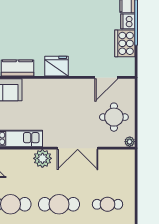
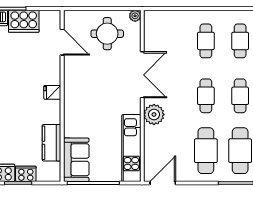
fridge: (57, 66) -> (52, 92), width x0.53, depth x0.75
cafe table: (59, 204) -> (206, 96), width x0.73, depth x0.74

